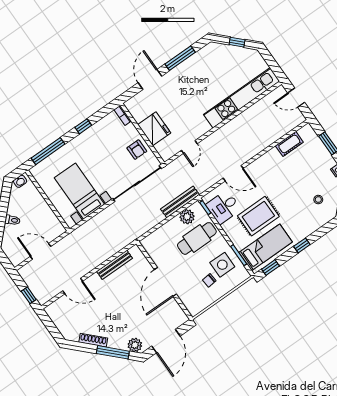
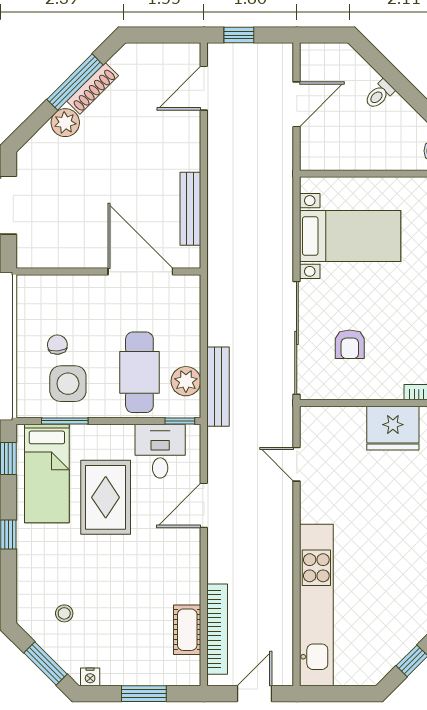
fridge: (154, 129) -> (393, 428), moved
bookcase: (280, 132) -> (217, 629), added
armchair: (137, 150) -> (350, 344), moved, turned -90
door: (165, 282) -> (140, 272), moved
door: (73, 286) -> (204, 88), moved
plant: (135, 345) -> (65, 123), moved
window: (113, 352) -> (75, 82), moved

